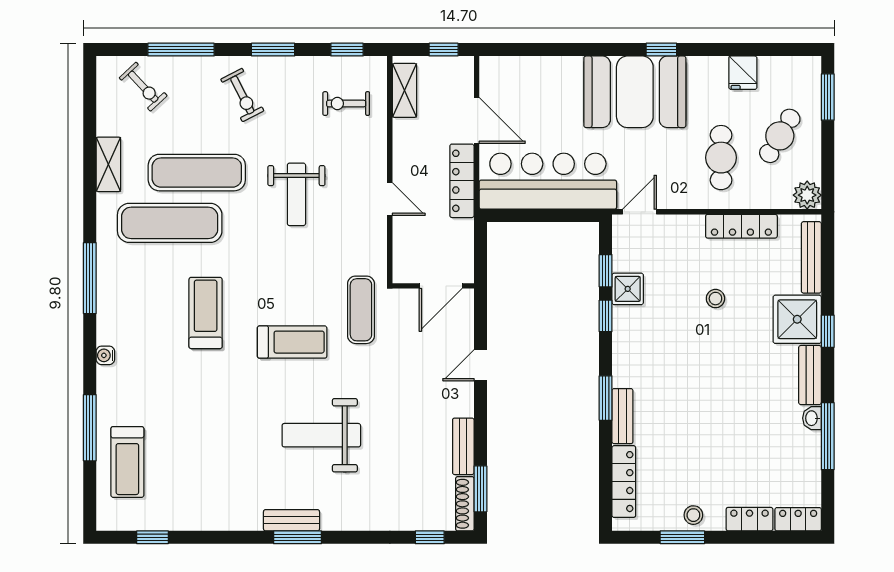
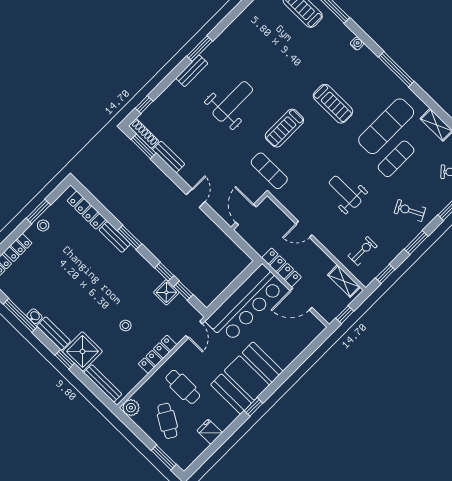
exercise mat: (197, 173) -> (396, 159), width x0.73, depth x0.69
locker: (741, 226) -> (158, 354), moved
bench: (292, 520) -> (192, 71), moved

